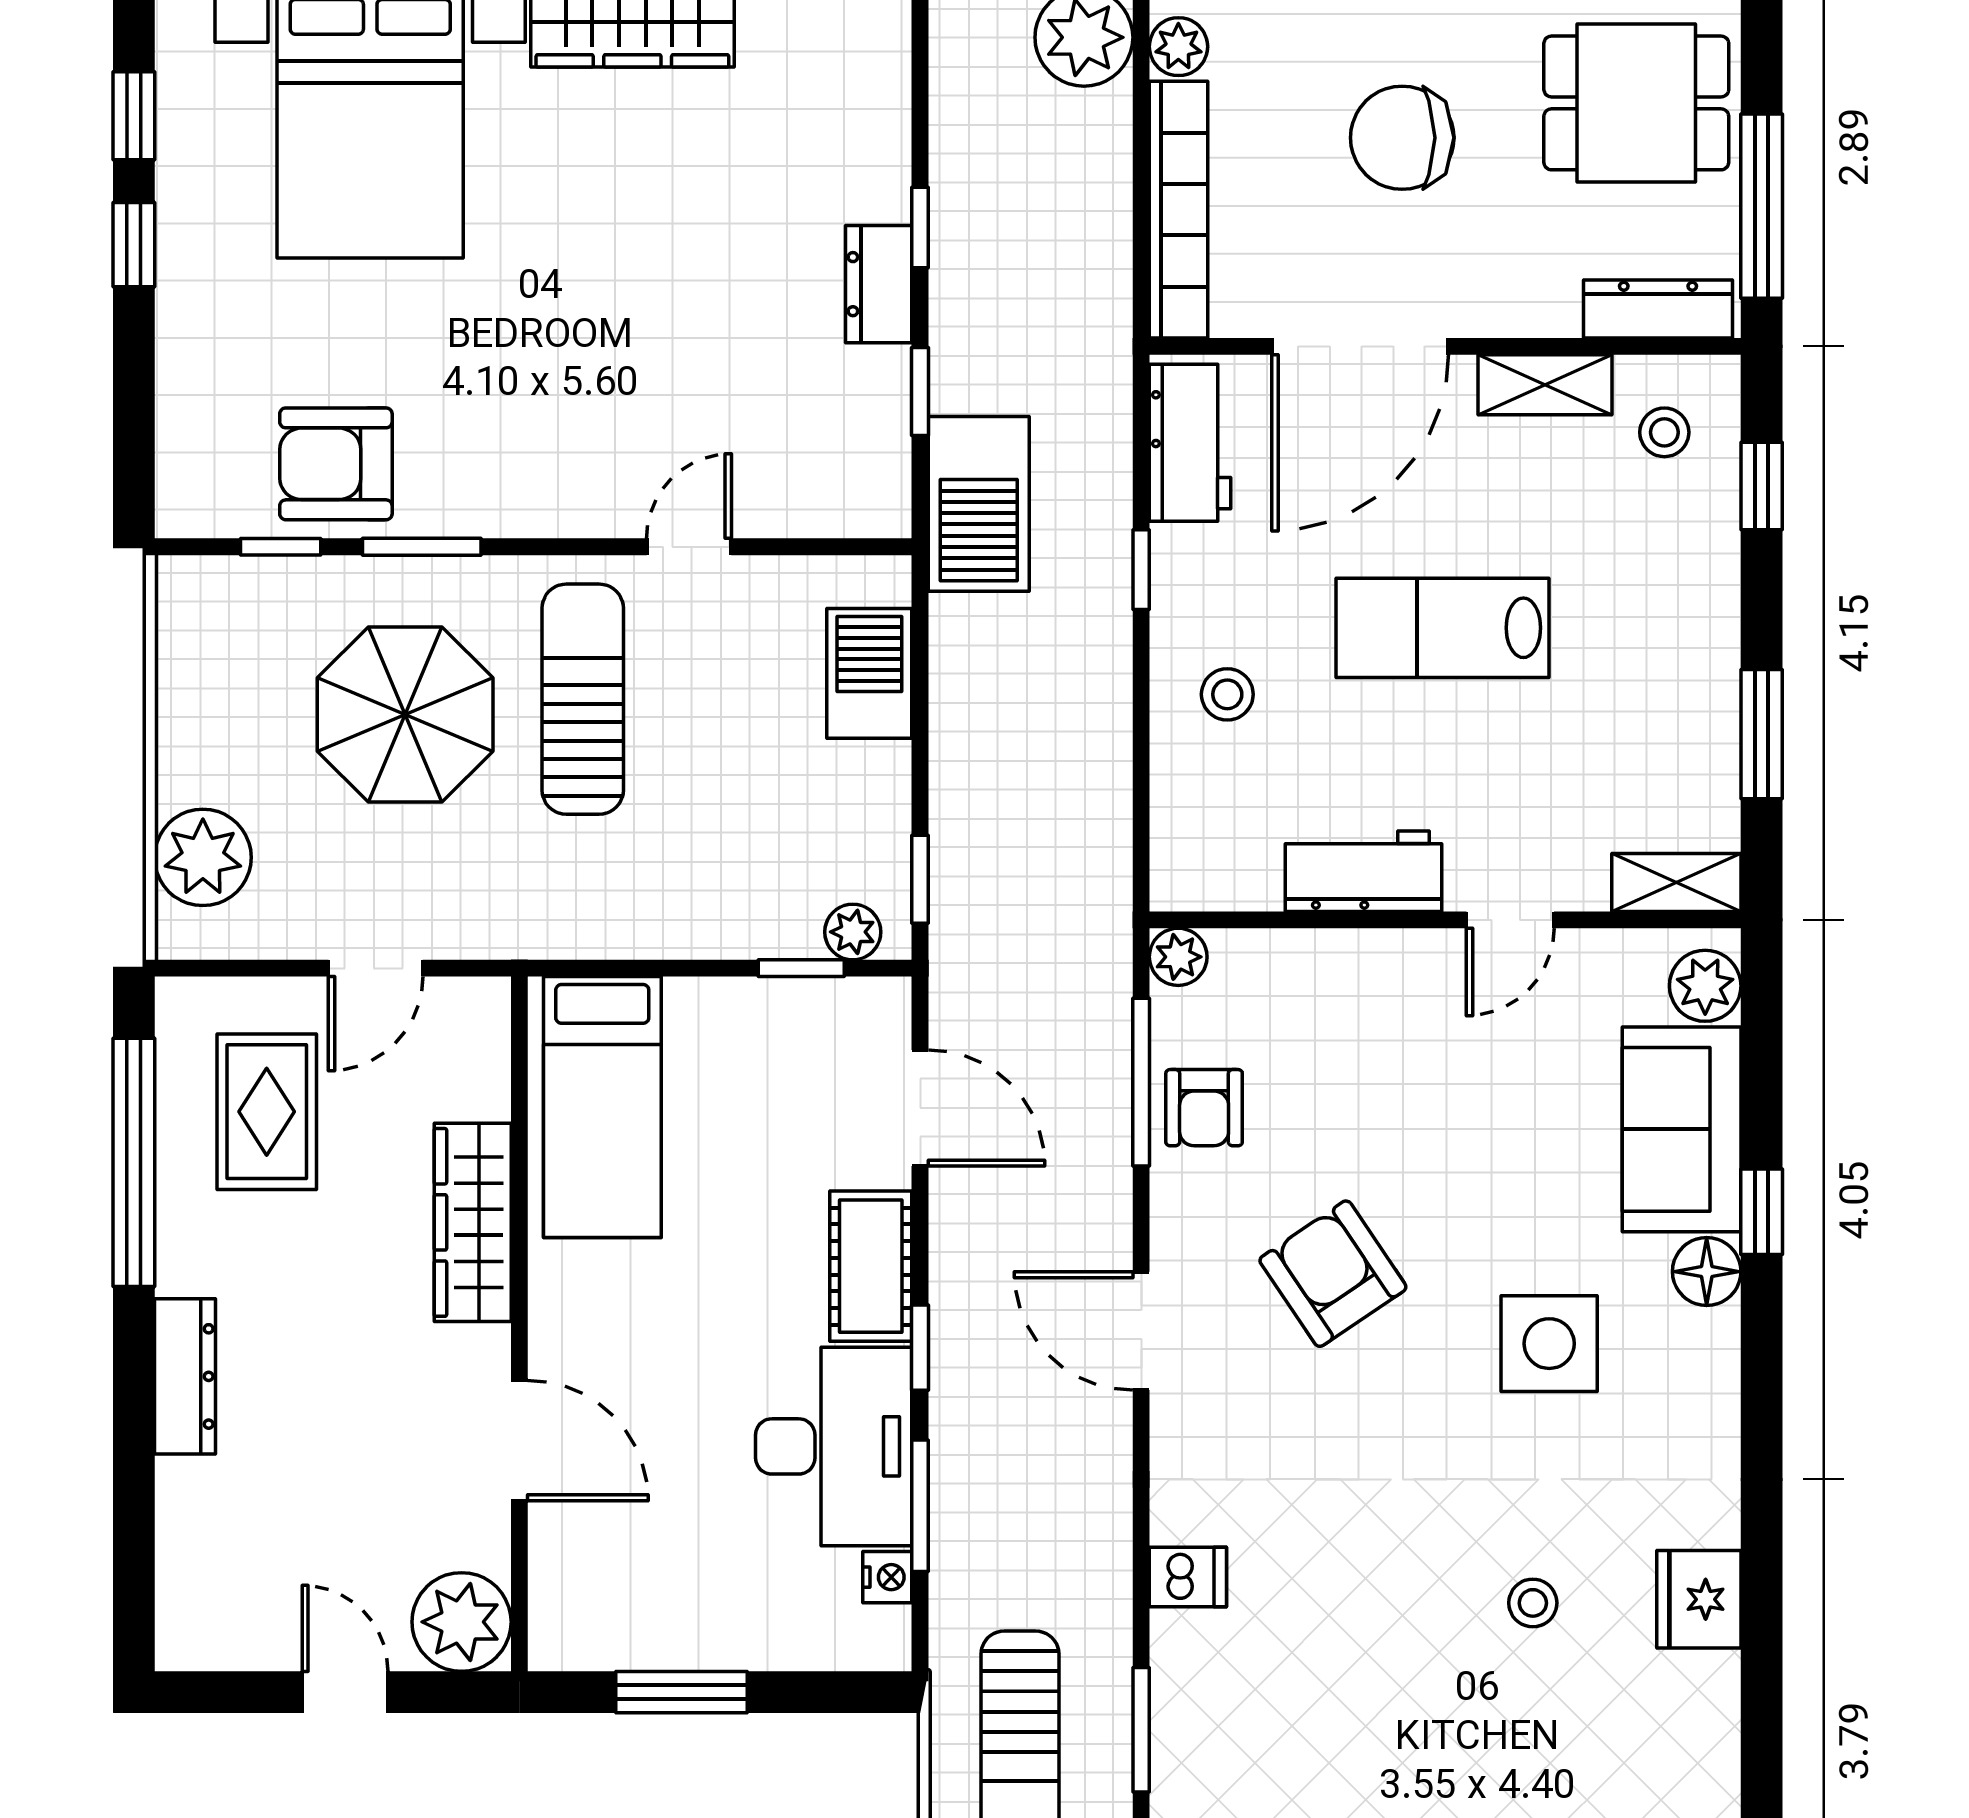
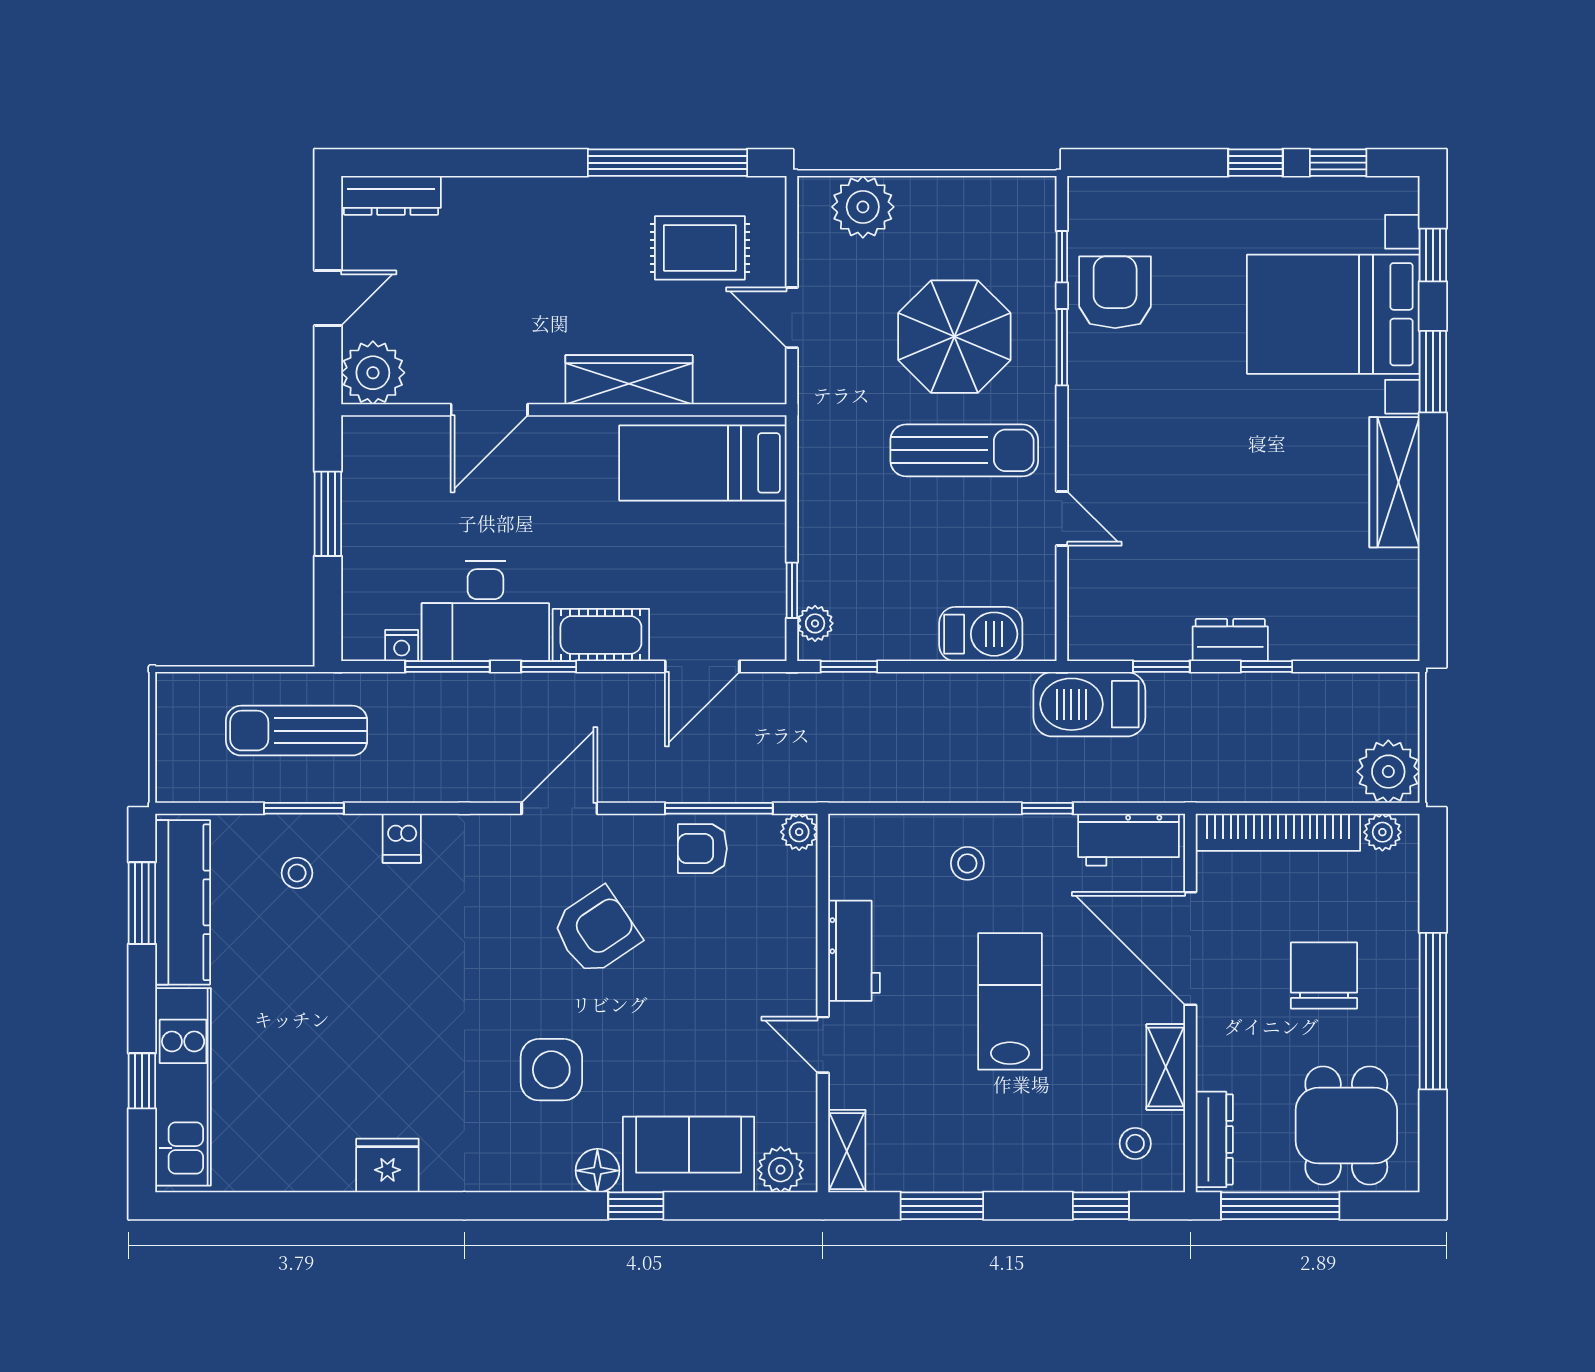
dresser: (185, 1376) -> (391, 195), moved
stool: (1533, 1603) -> (297, 873), moved

